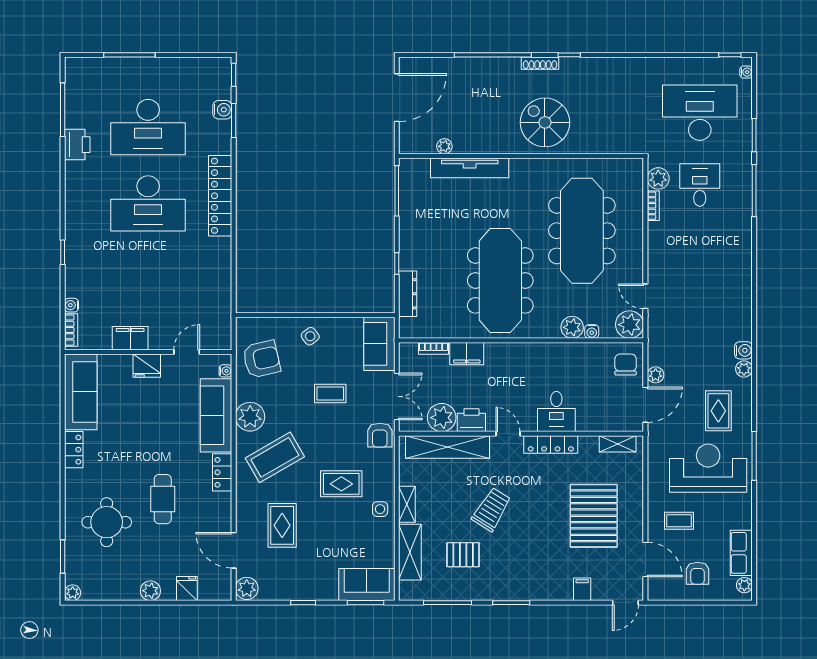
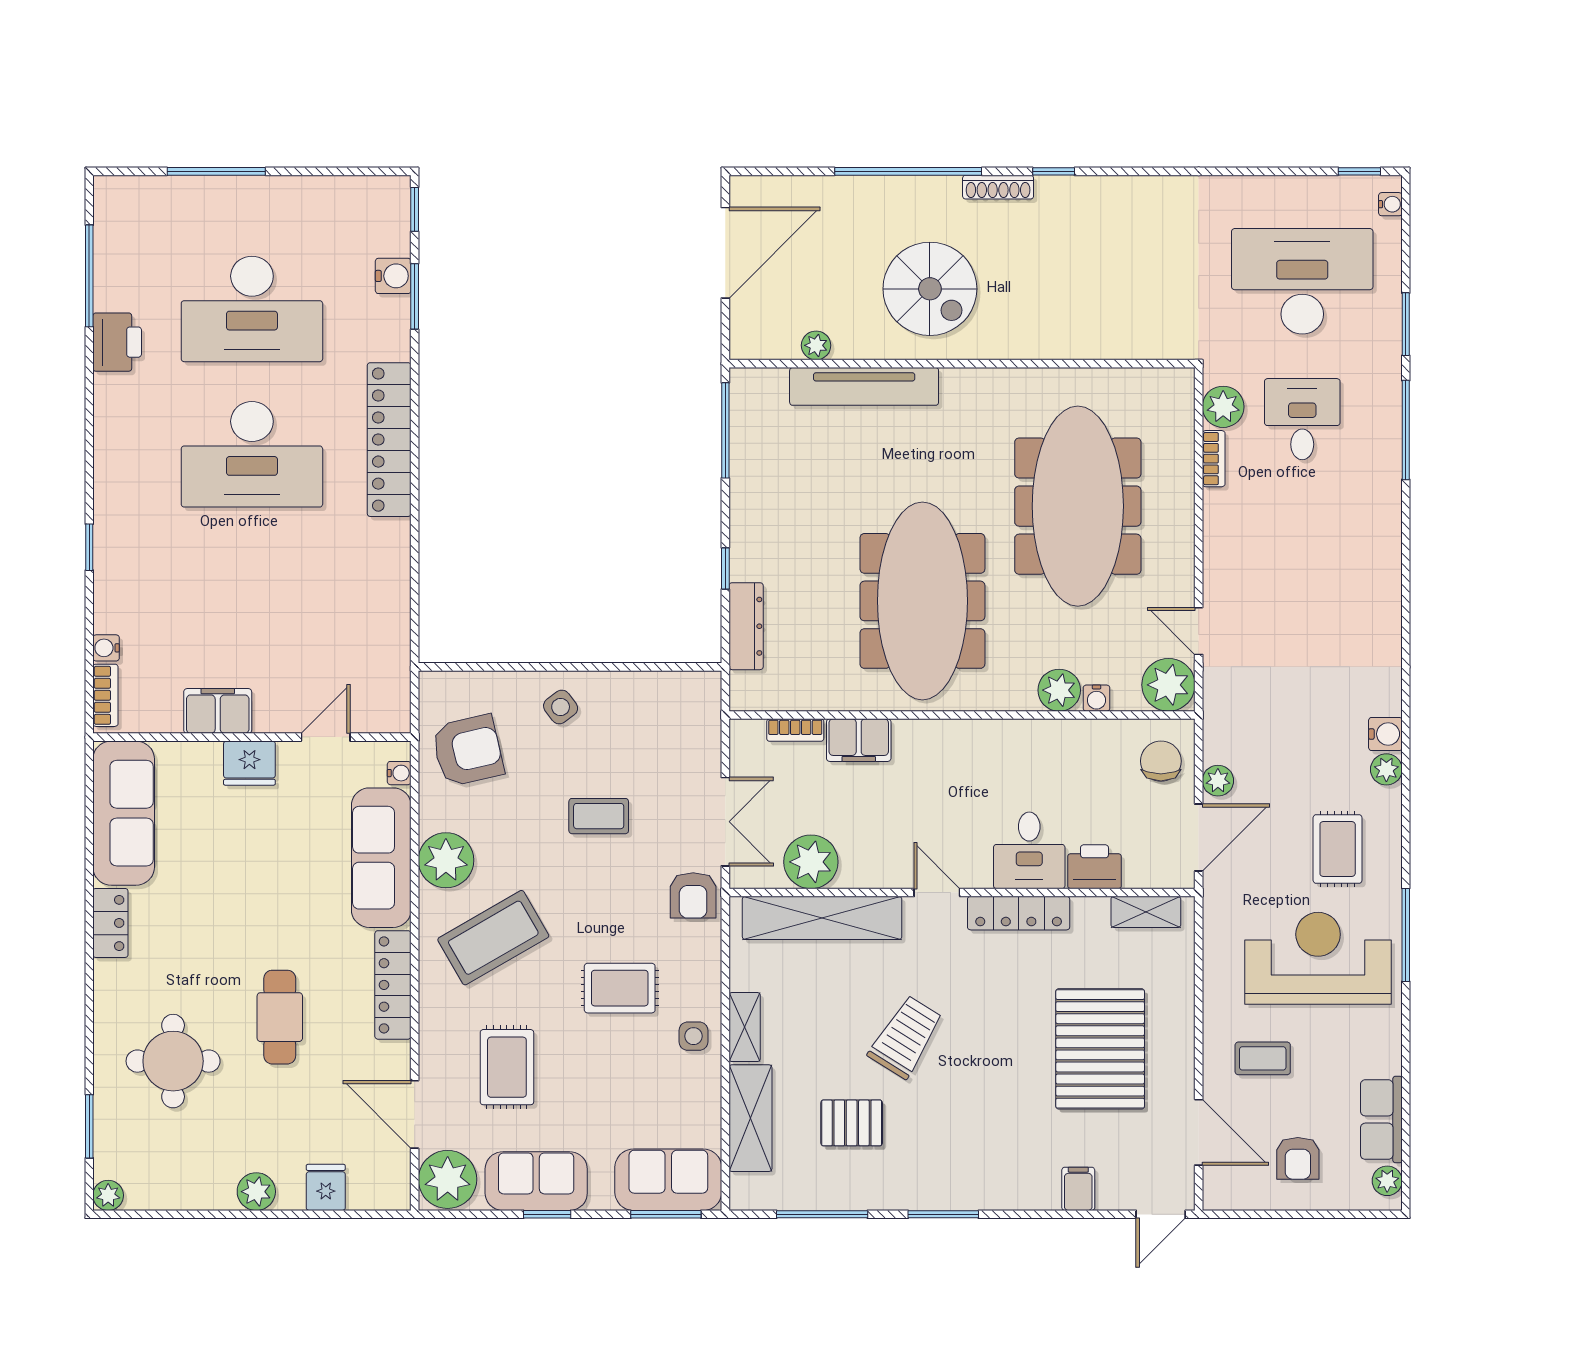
spiral stairs: (545, 122) -> (930, 289), moved, turned 180
sofa: (379, 344) -> (536, 1181), moved, turned 90
printer: (471, 420) -> (1094, 867), moved
locker: (222, 472) -> (393, 985), width x1.53
plant: (247, 588) -> (448, 1179), width x1.36, depth x1.36

